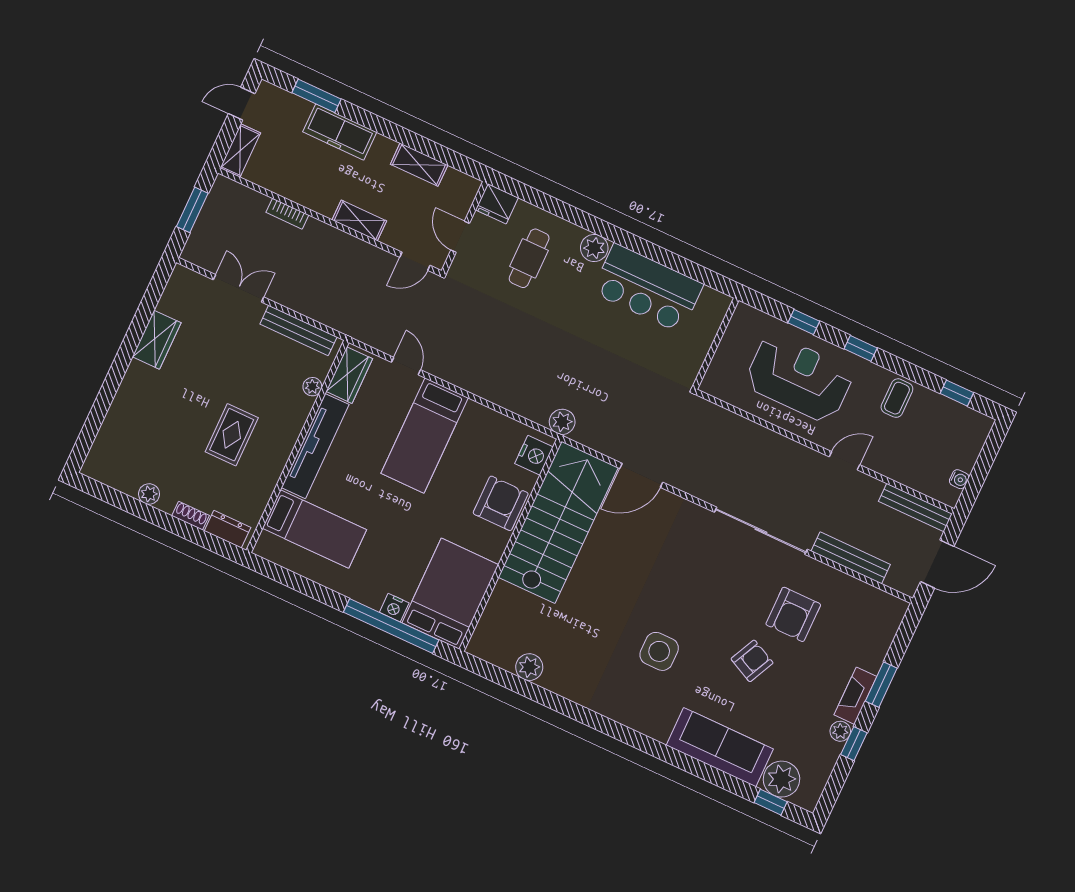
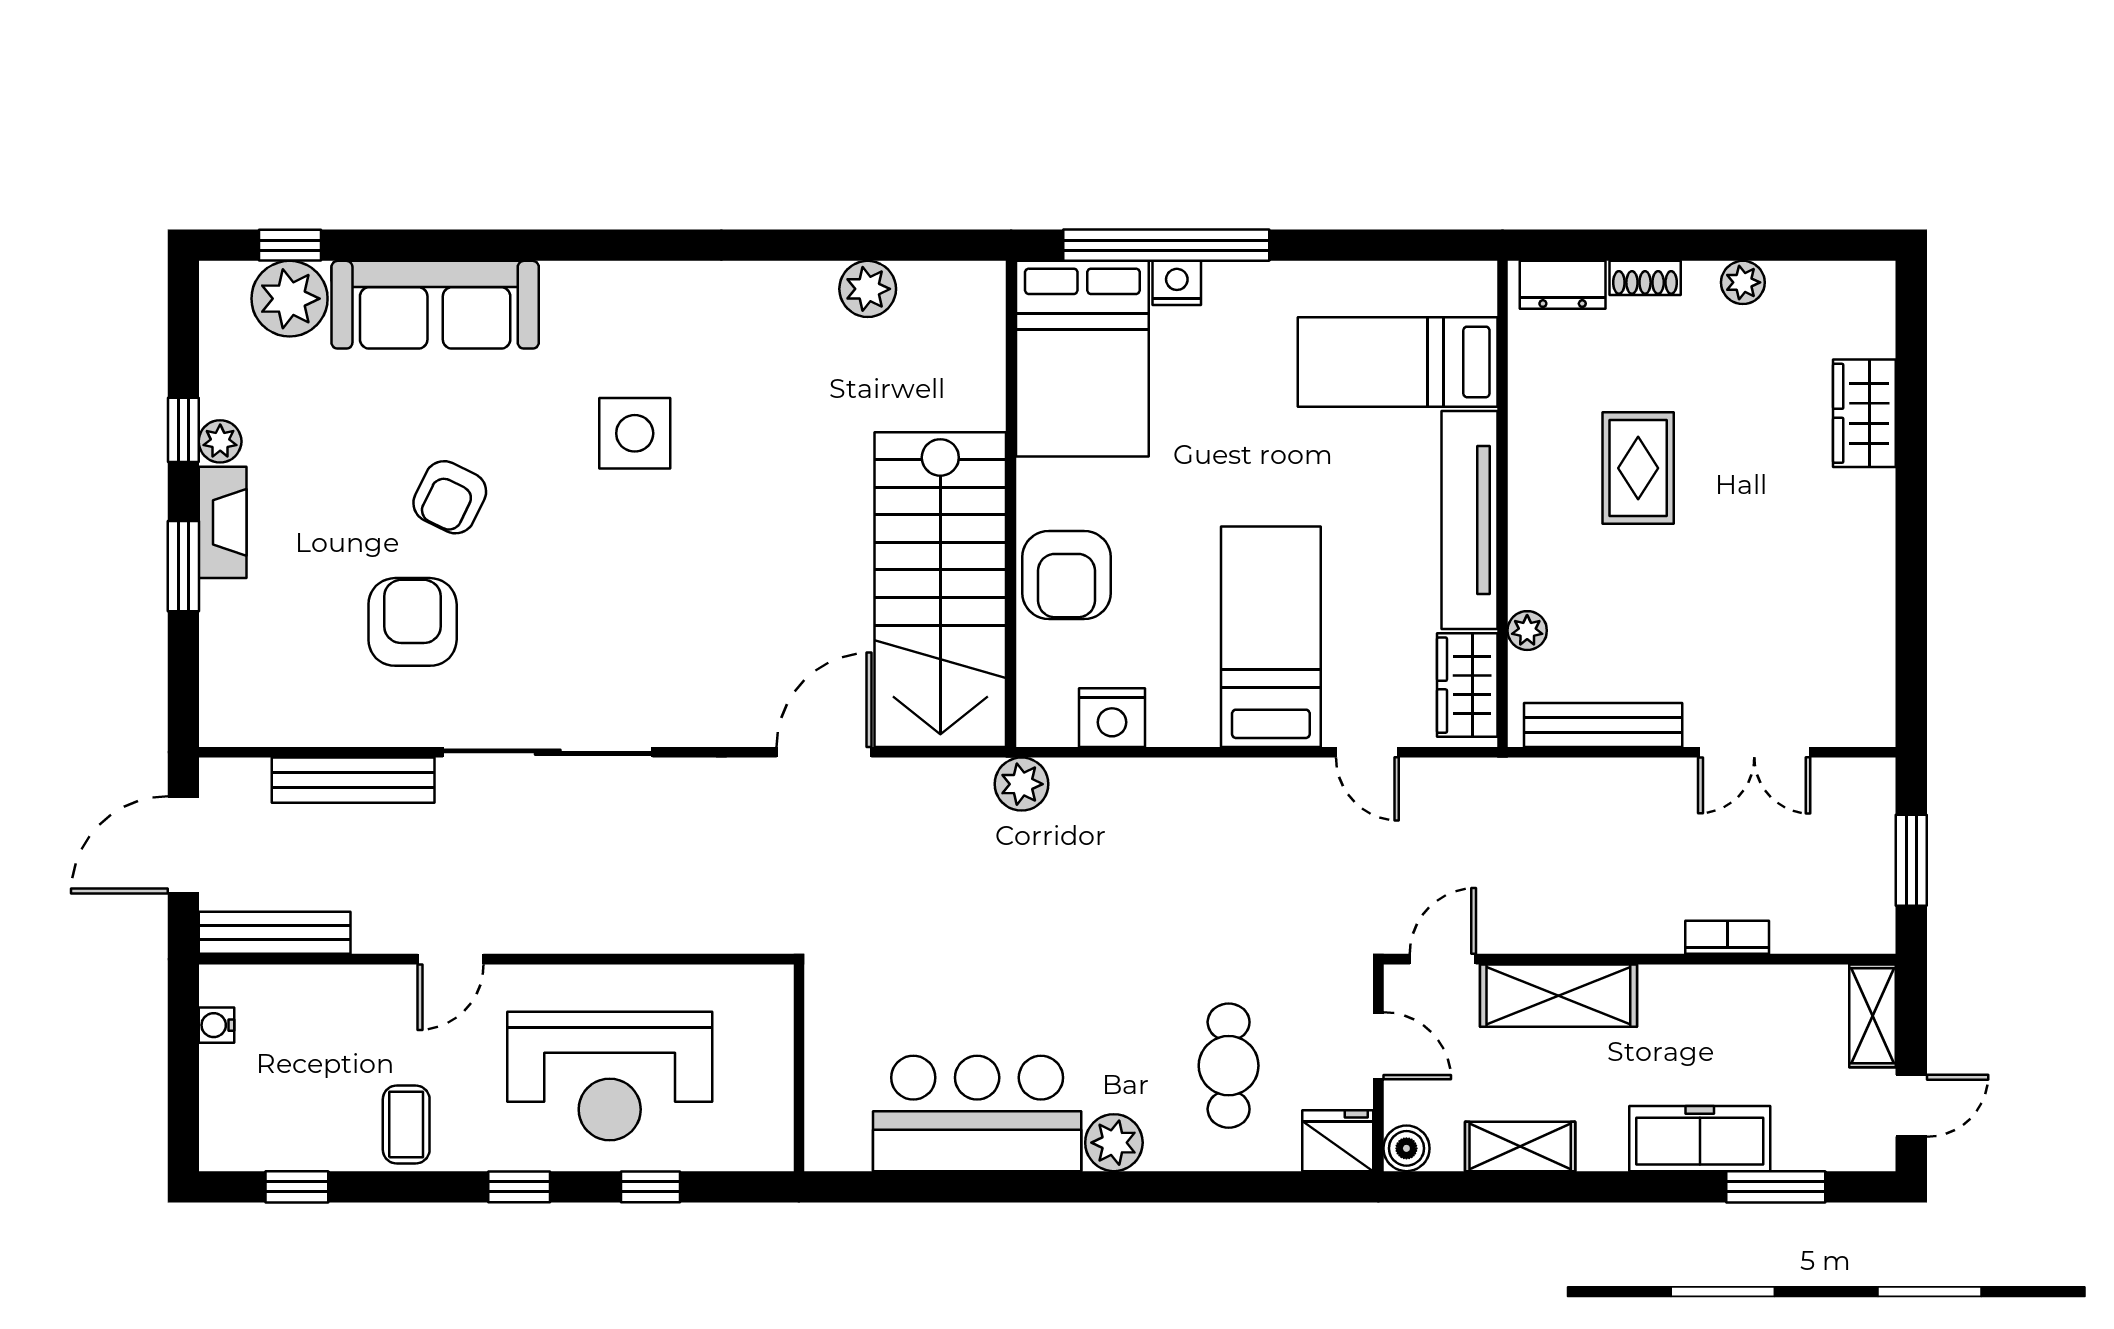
boiler: (469, 187) -> (1406, 1148), added
shelving: (359, 220) -> (1558, 996), width x1.50, depth x1.33
wardrobe: (157, 340) -> (1864, 413), moved
nightstand: (534, 455) -> (1112, 718), moved, turned -90

